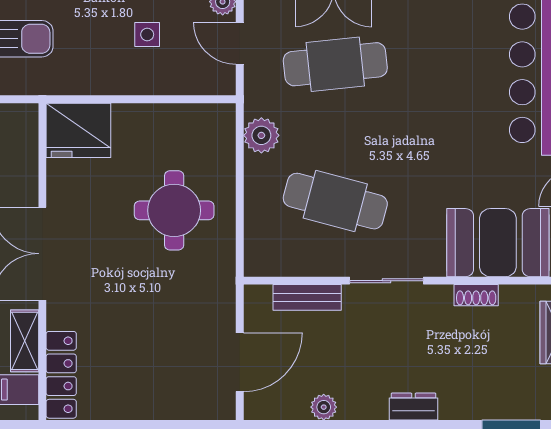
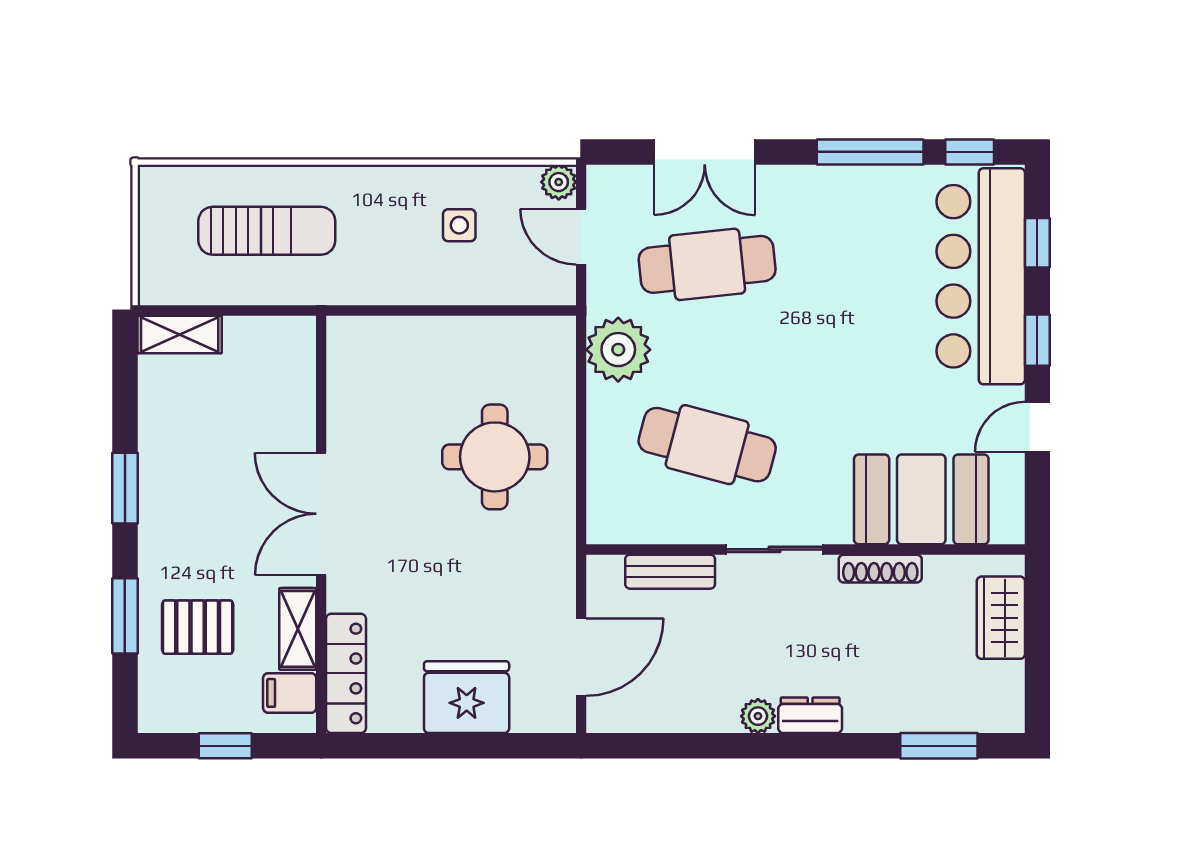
fridge: (78, 130) -> (467, 697), moved, turned 180
plant: (261, 135) -> (618, 350), width x1.36, depth x1.36
shoe rack: (476, 295) -> (880, 569), width x1.43
plant: (324, 407) -> (758, 716), moved

